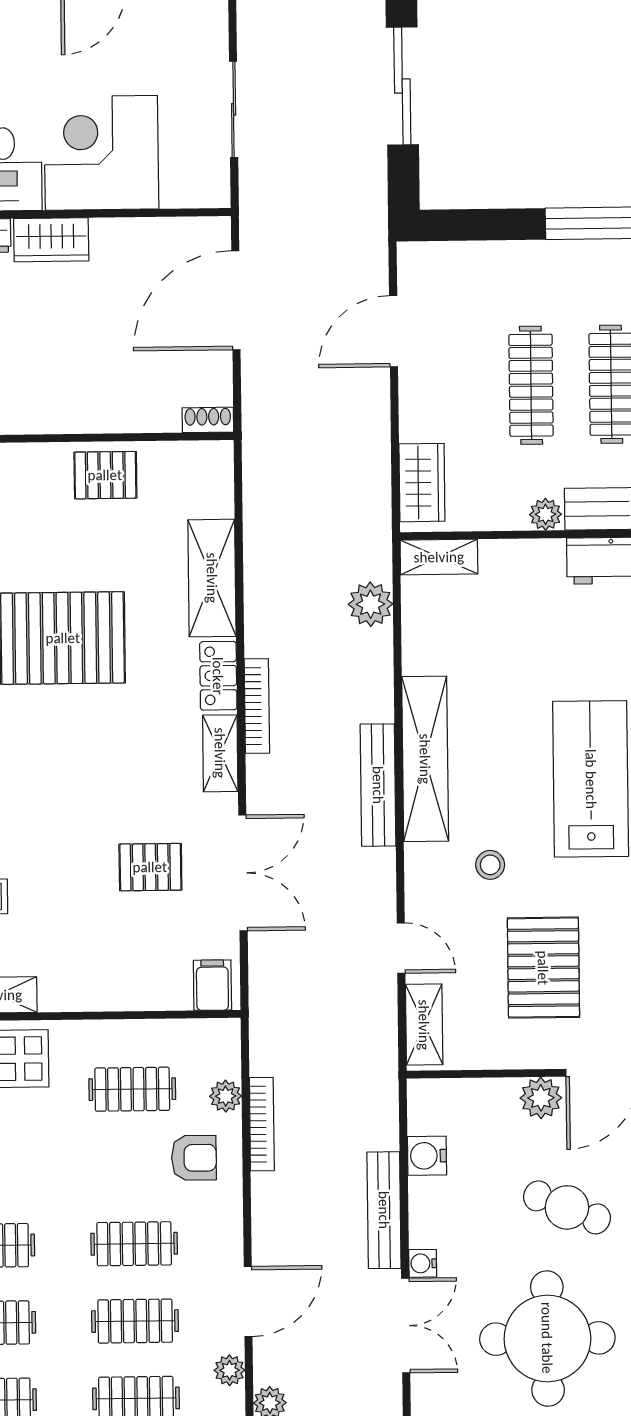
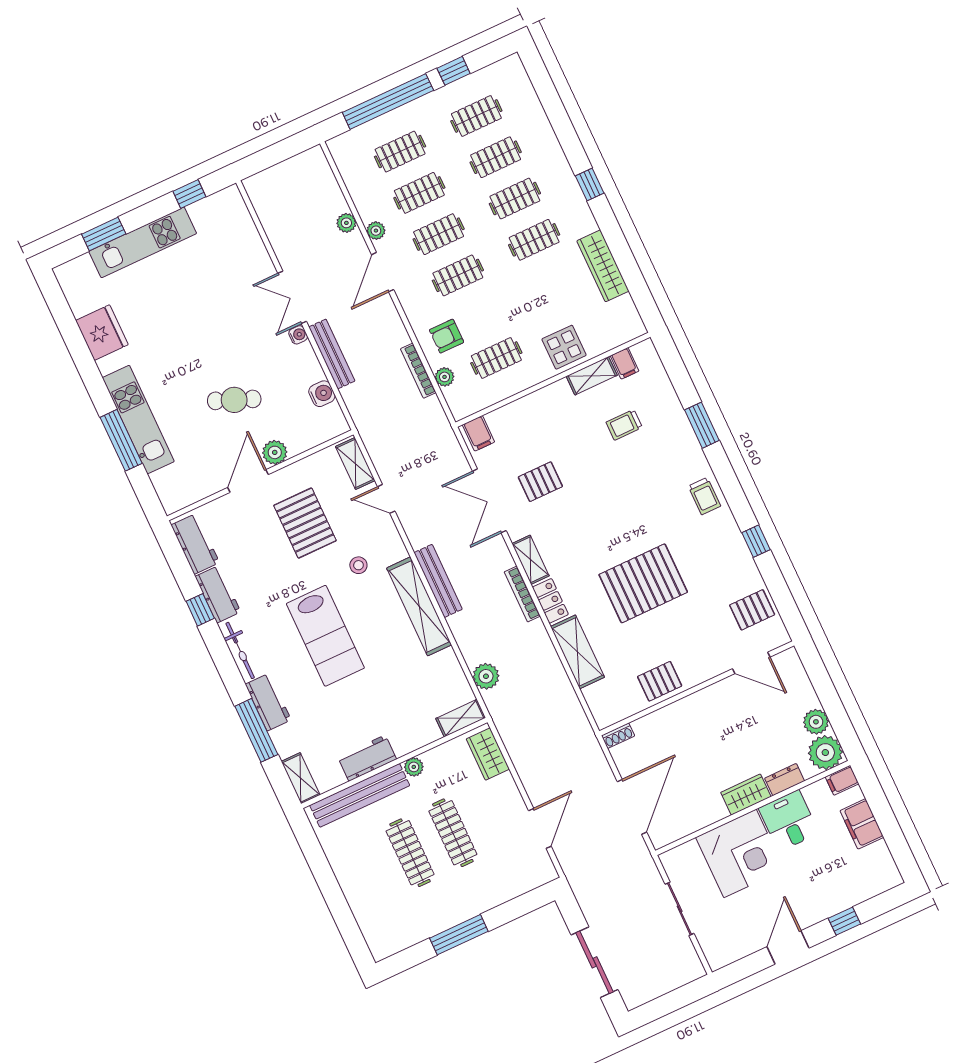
round table: (547, 1338) -> (213, 325), removed

